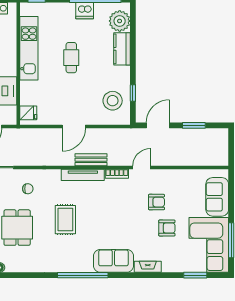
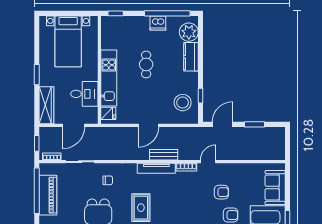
kitchen unit: (29, 48) -> (109, 78), moved

